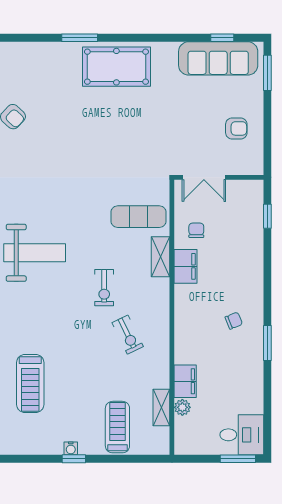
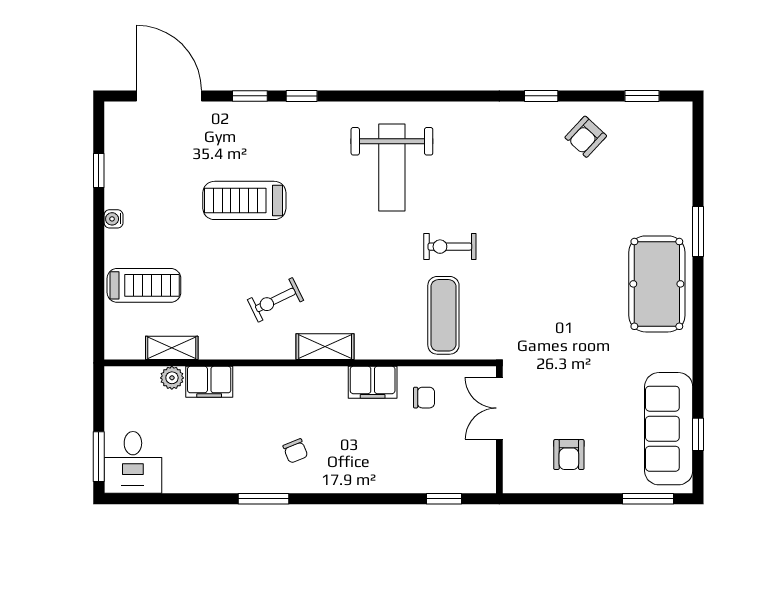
shelving: (161, 257) -> (325, 347), moved
exercise bike: (104, 288) -> (450, 247), moved
treadmill: (30, 384) -> (244, 200), moved
window: (74, 459) -> (99, 170), moved

